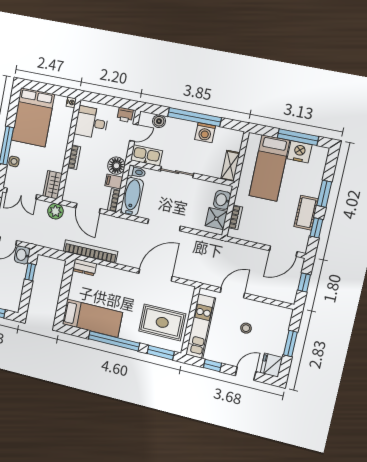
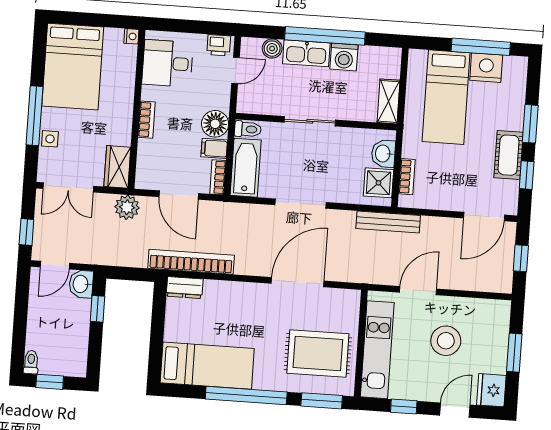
kitchen sink: (146, 155) -> (306, 53), moved, turned 180
bench: (219, 245) -> (388, 222), added
stool: (246, 328) -> (446, 341), width x1.89, depth x1.89

